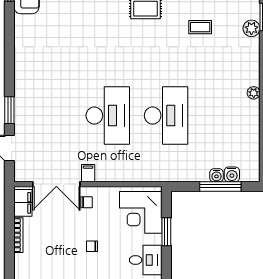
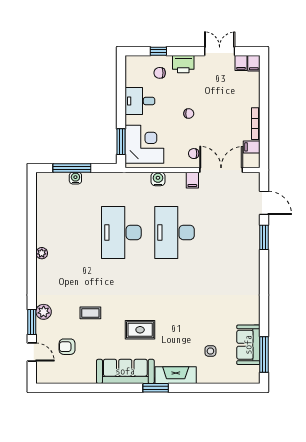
water cooler: (232, 174) -> (158, 179), moved
filing cabinet: (23, 203) -> (252, 147), width x0.50
window: (166, 232) -> (121, 142), moved

